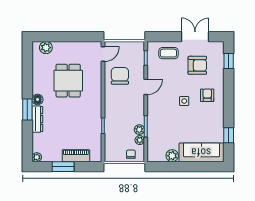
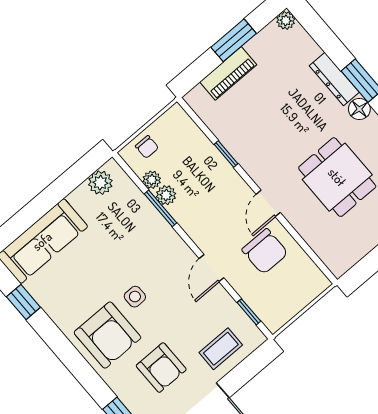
door: (103, 54) -> (268, 203), moved
armchair: (197, 65) -> (161, 368), turned -90
armchair: (207, 95) -> (107, 335), width x1.88, depth x1.88
plant: (172, 156) -> (100, 183), moved

